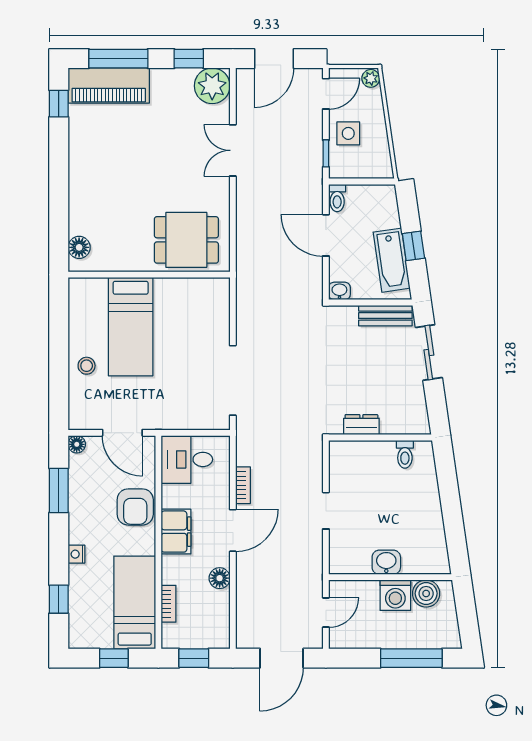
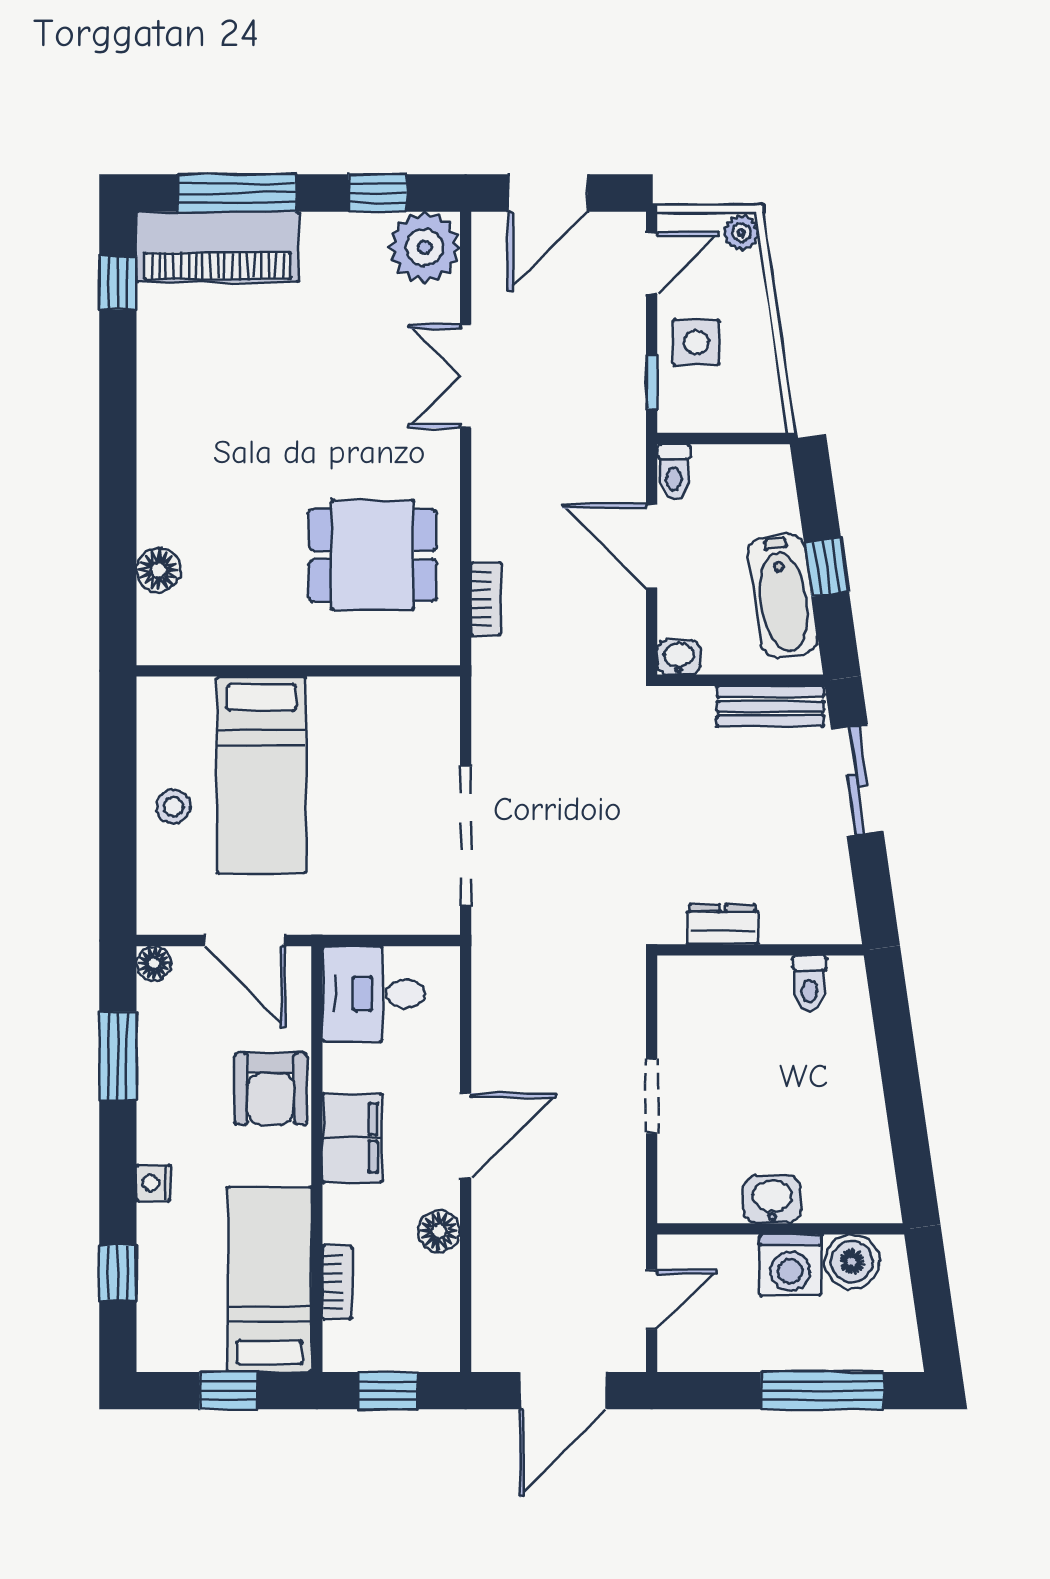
wall: (149, 275) -> (298, 671), moved
bed: (131, 327) -> (261, 775), moved
bookcase: (243, 485) -> (486, 599), moved

